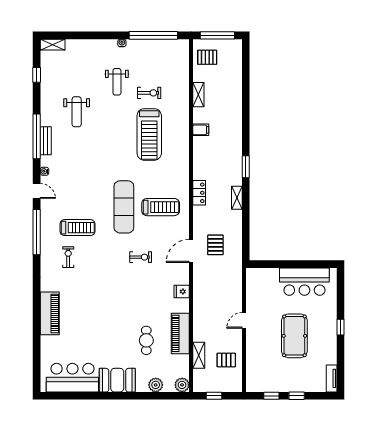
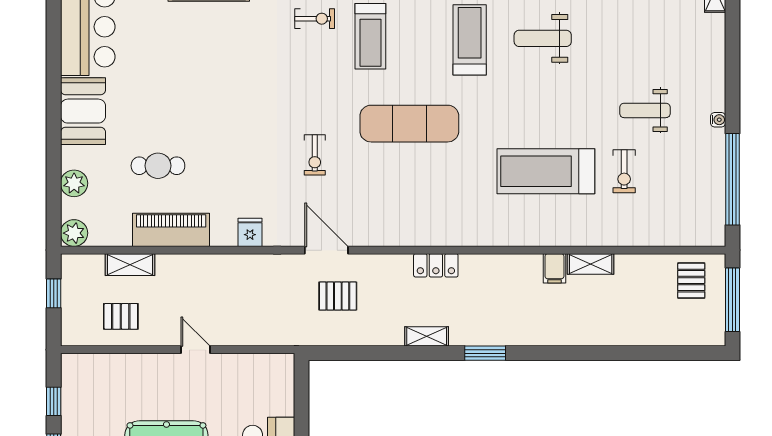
shelving: (198, 95) -> (591, 264), moved
weight bench: (77, 112) -> (543, 38), moved
treadmill: (161, 207) -> (470, 40), moved, turned 180
pallet: (226, 360) -> (121, 316), turned 90

